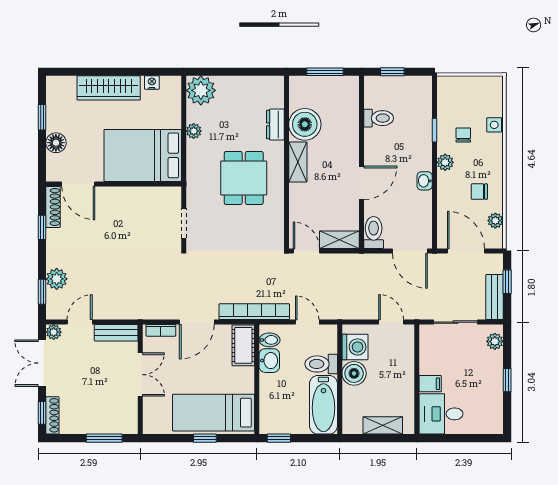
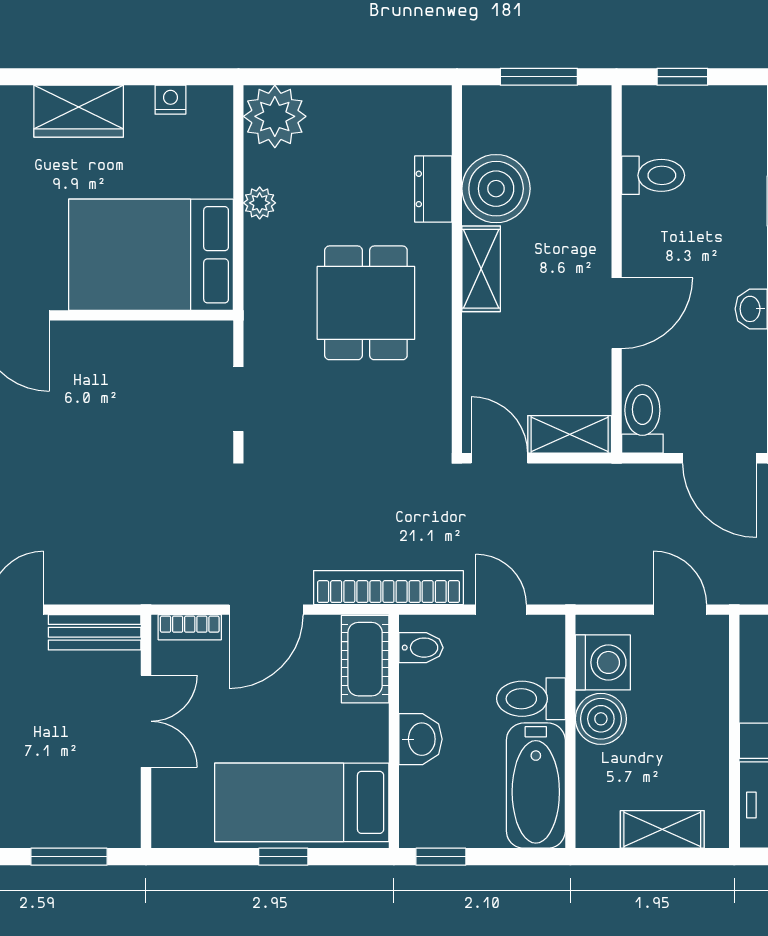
wardrobe: (109, 88) -> (79, 111), width x0.67
washbasin: (269, 361) -> (420, 739), moved

